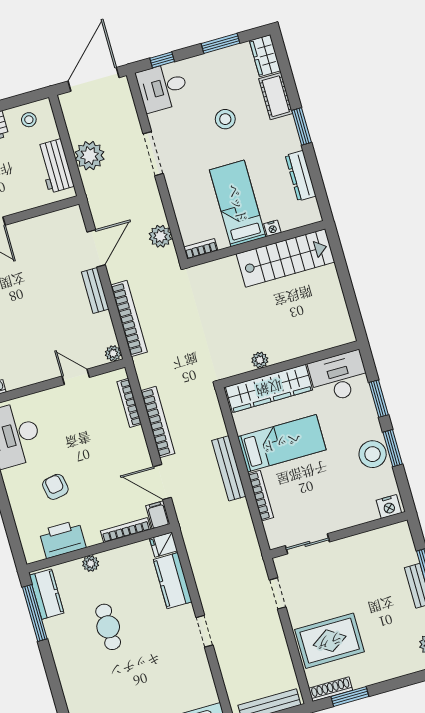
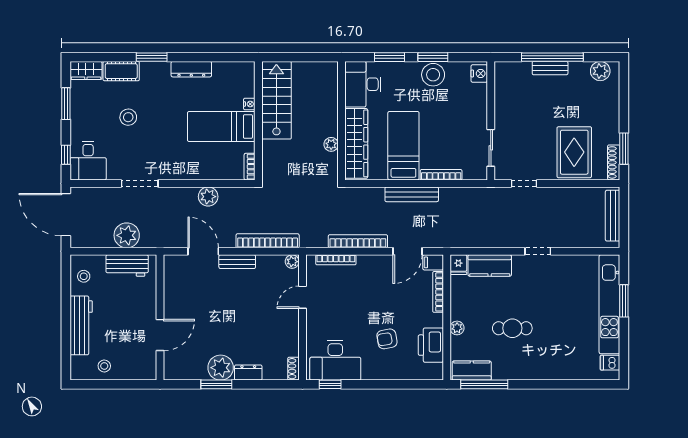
bed: (238, 203) -> (221, 127), moved
nightstand: (272, 228) -> (249, 104), moved
wall: (256, 244) -> (258, 121), moved
bookcase: (201, 249) -> (250, 167), moved
stairs: (285, 258) -> (276, 100), moved

